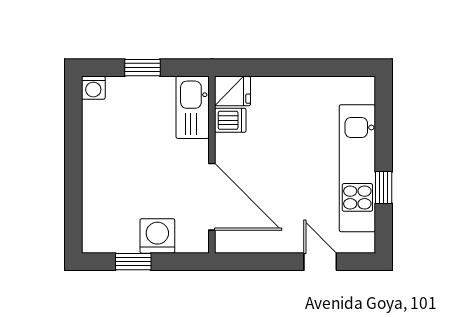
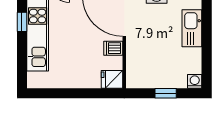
kitchen sink: (193, 107) -> (192, 28), moved, turned 180
dishwasher: (230, 120) -> (113, 48), moved

